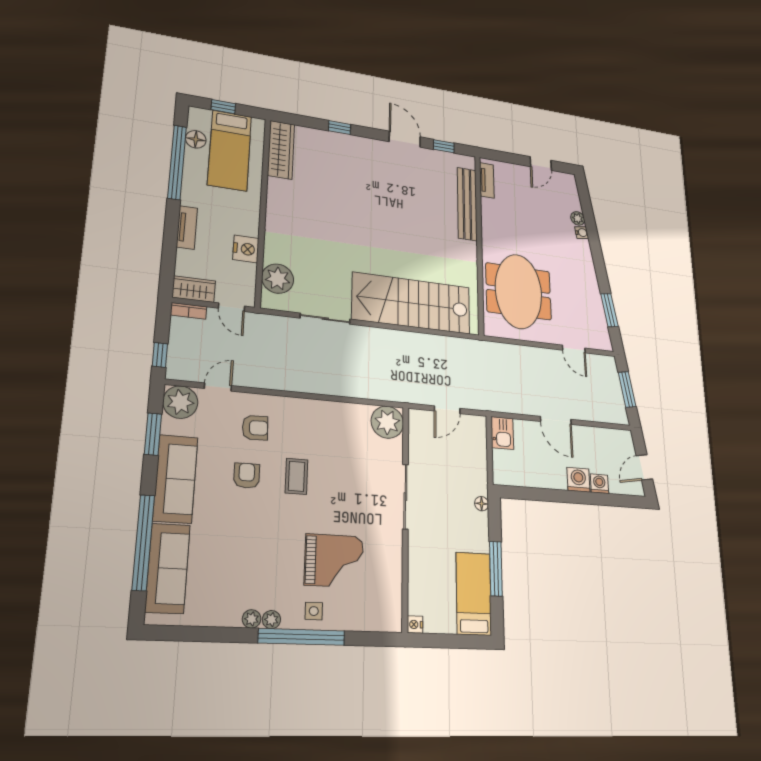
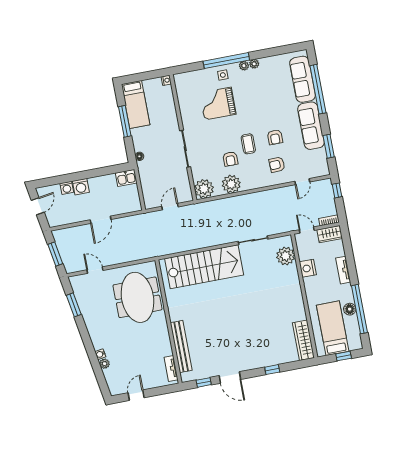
floor lamp: (196, 139) -> (350, 309), moved
plant: (180, 402) -> (231, 184), moved
door: (556, 420) -> (101, 220), swing flipped
kitchen sink: (502, 433) -> (126, 178), moved, turned -90
armchair: (333, 459) -> (230, 159), added

